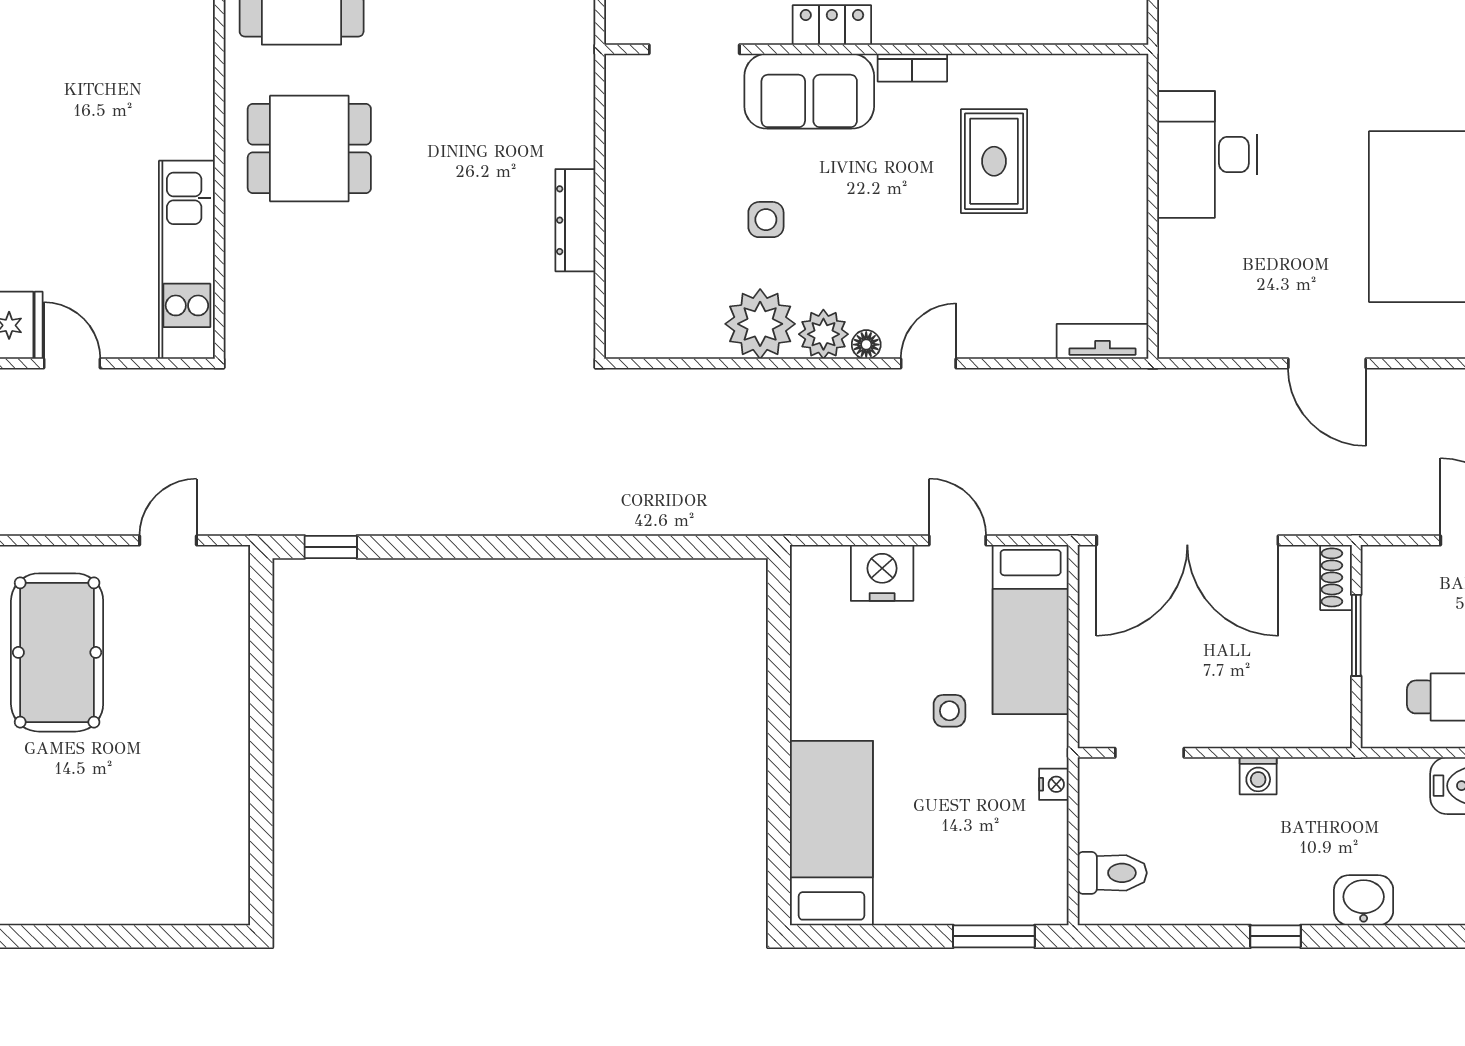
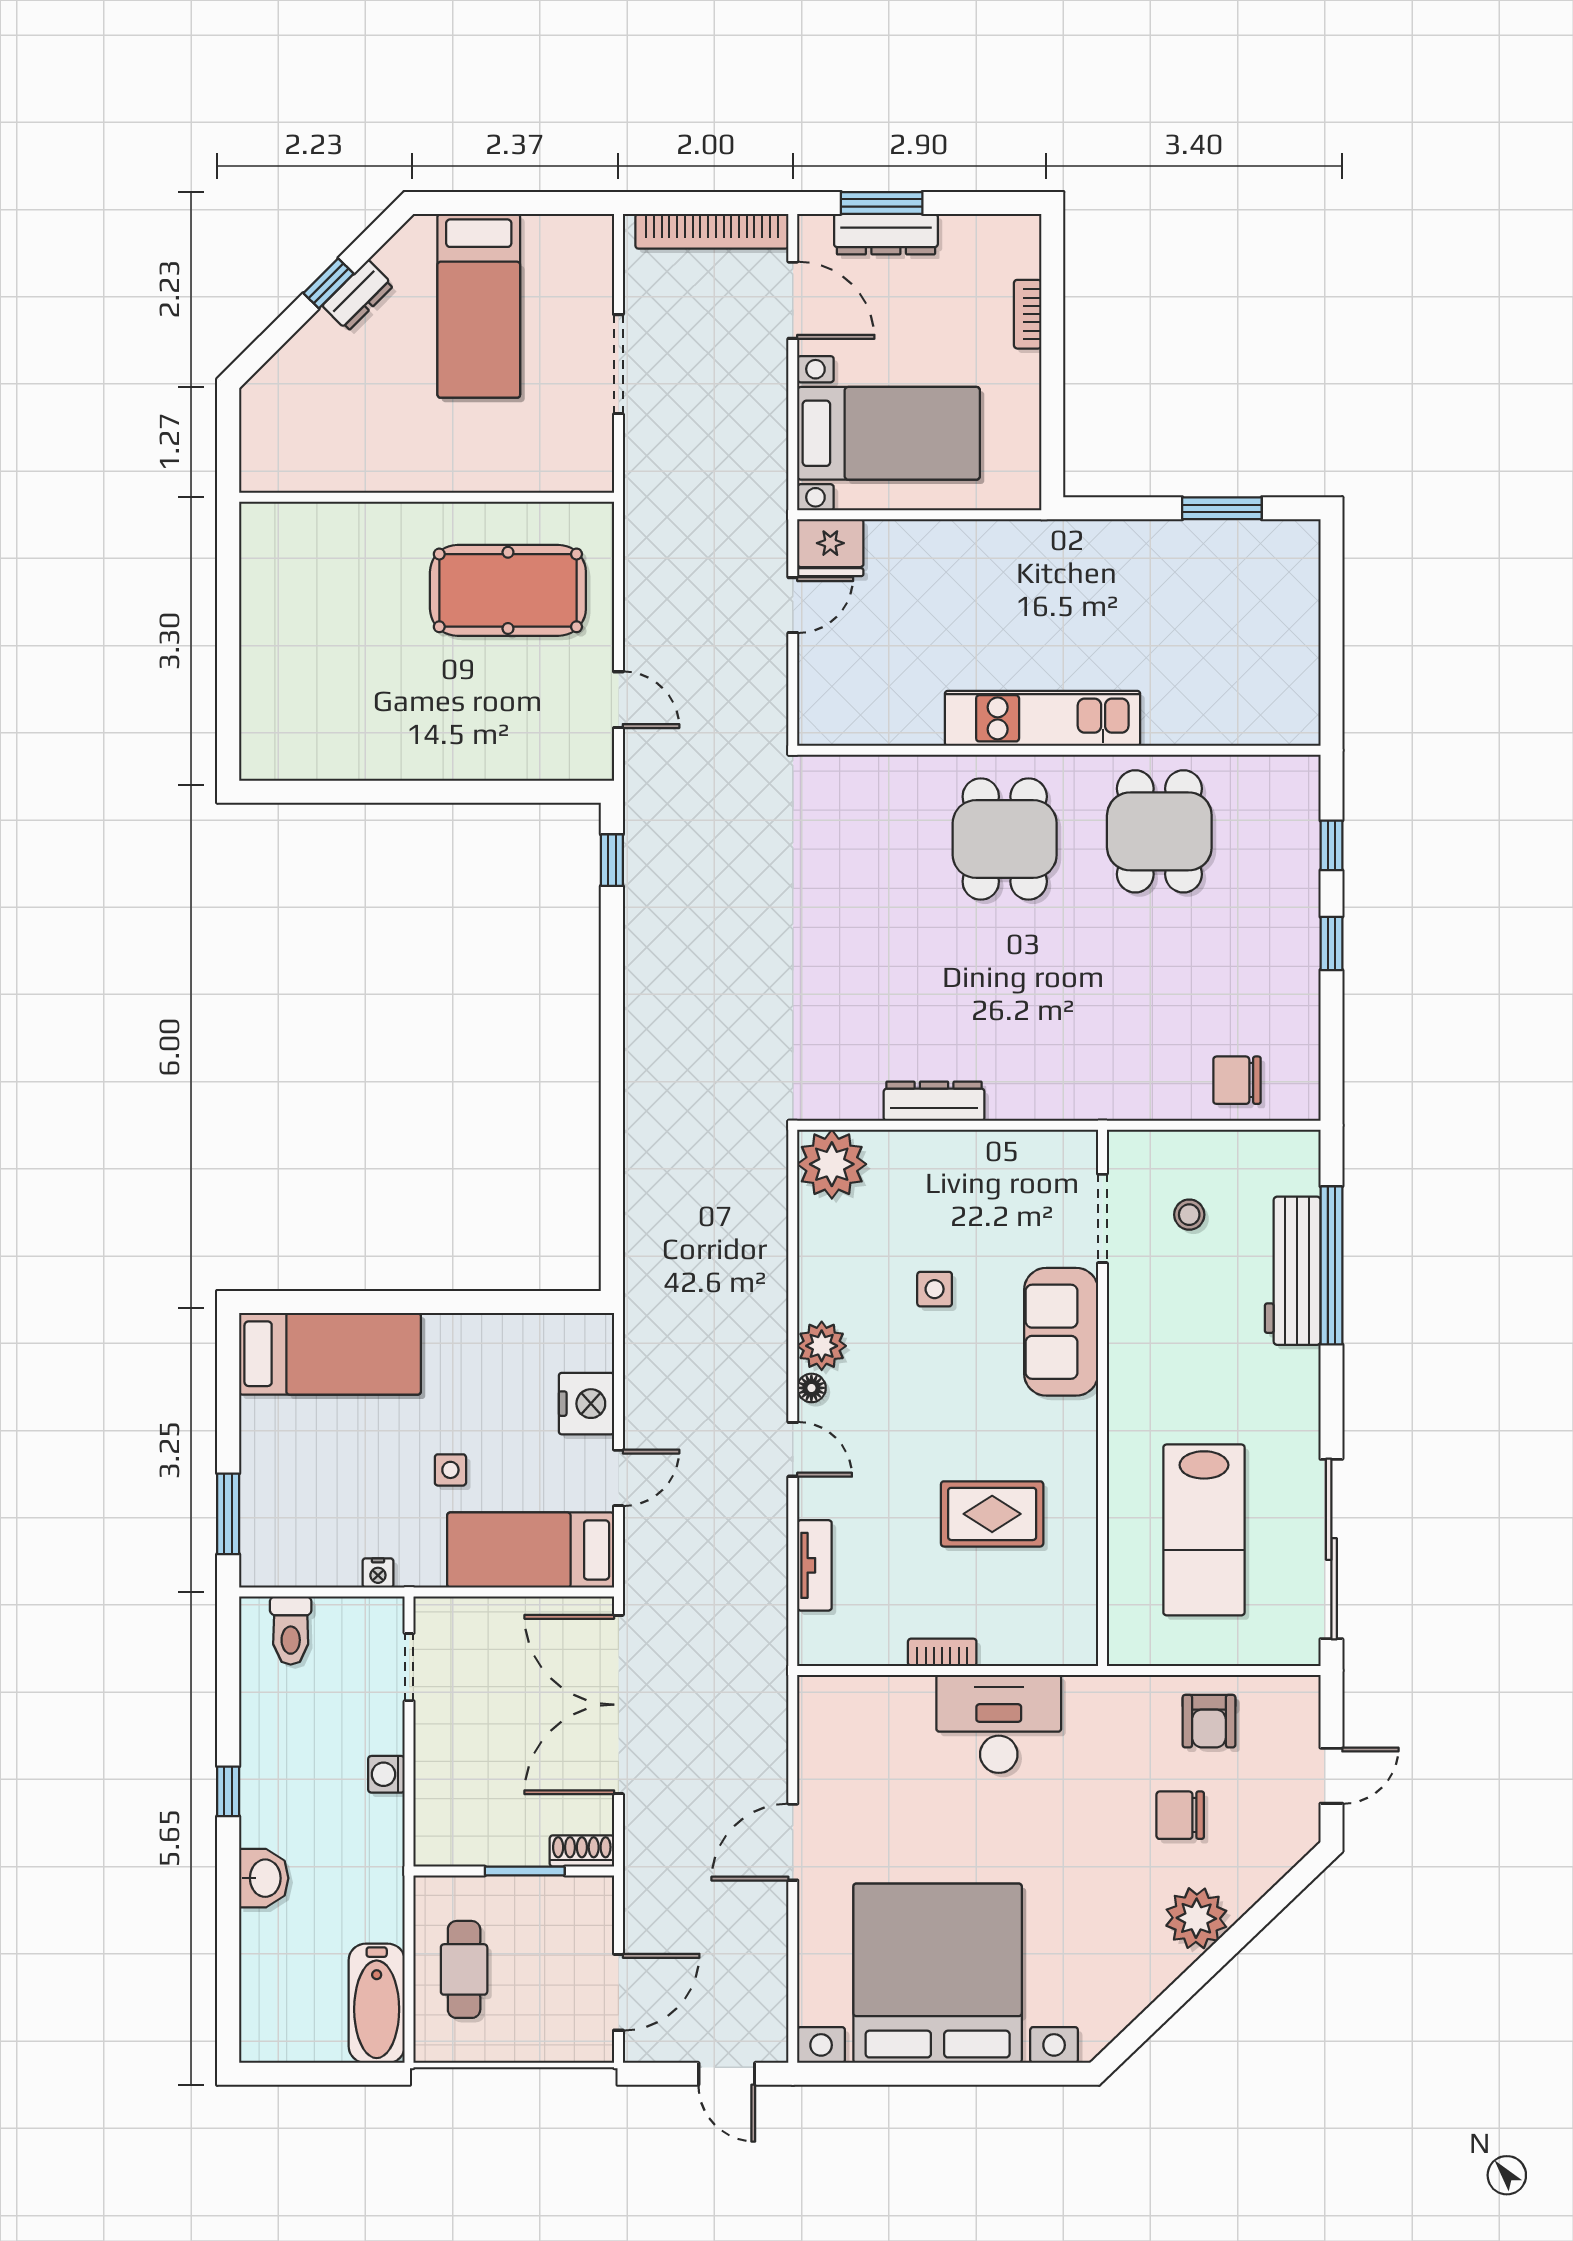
locker: (832, 25) -> (1126, 1354), removed
bookcase: (912, 68) -> (942, 1652), moved, turned 90
kitchen unit: (187, 260) -> (1043, 718), moved
plant: (760, 324) -> (832, 1164), moved
tv unit: (1102, 341) -> (814, 1565), moved

